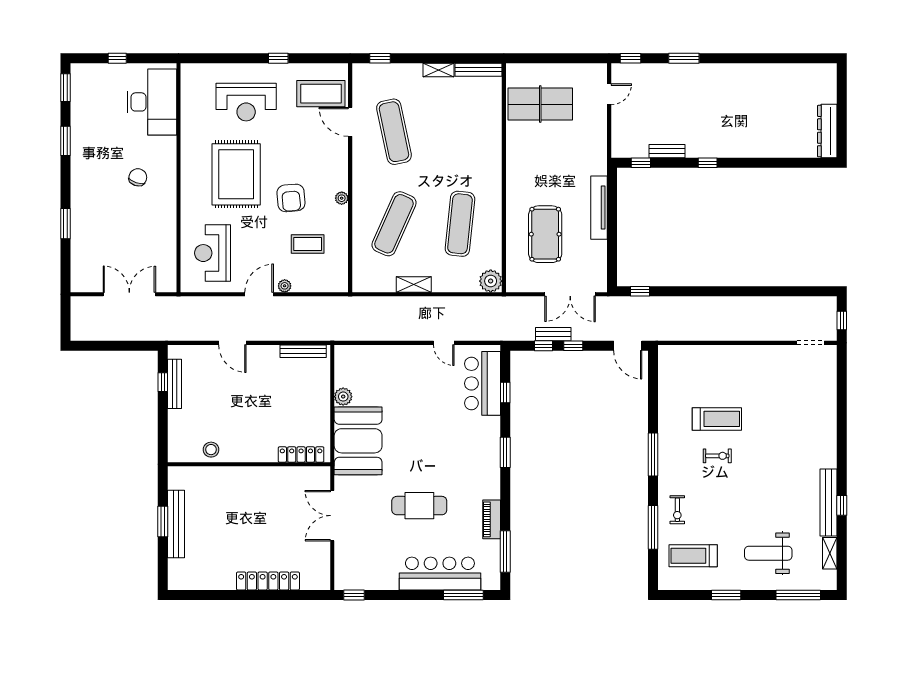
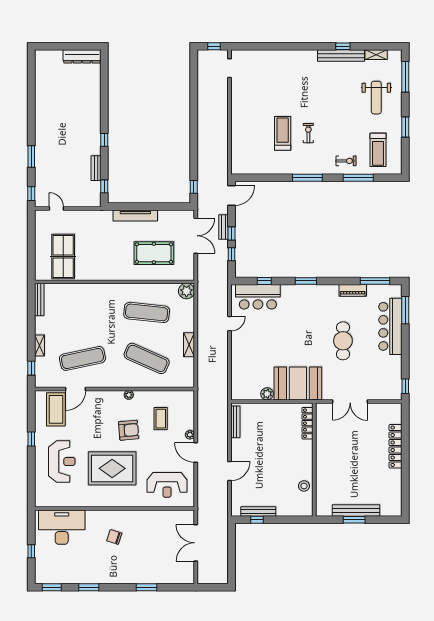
shelving: (438, 70) -> (39, 346), moved
bench: (553, 334) -> (224, 227), moved

